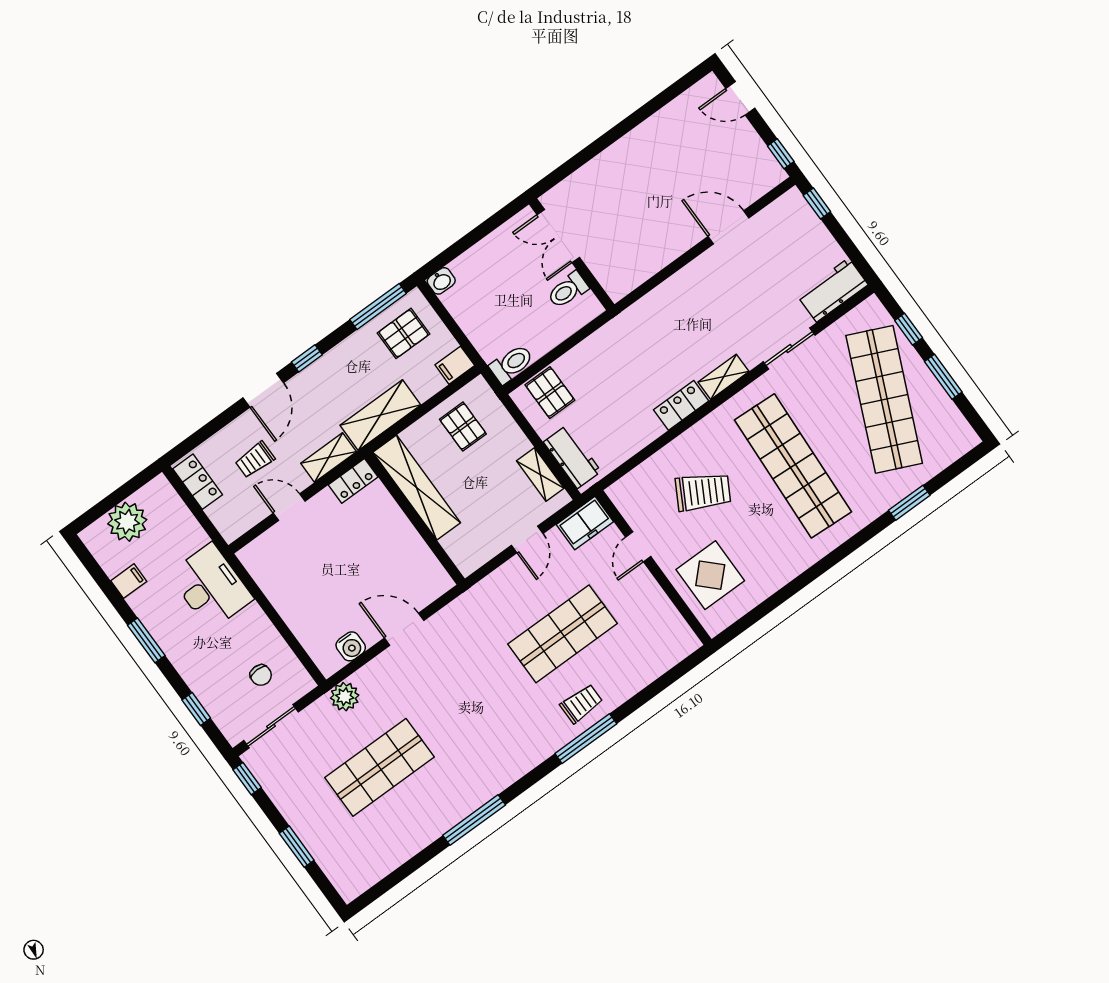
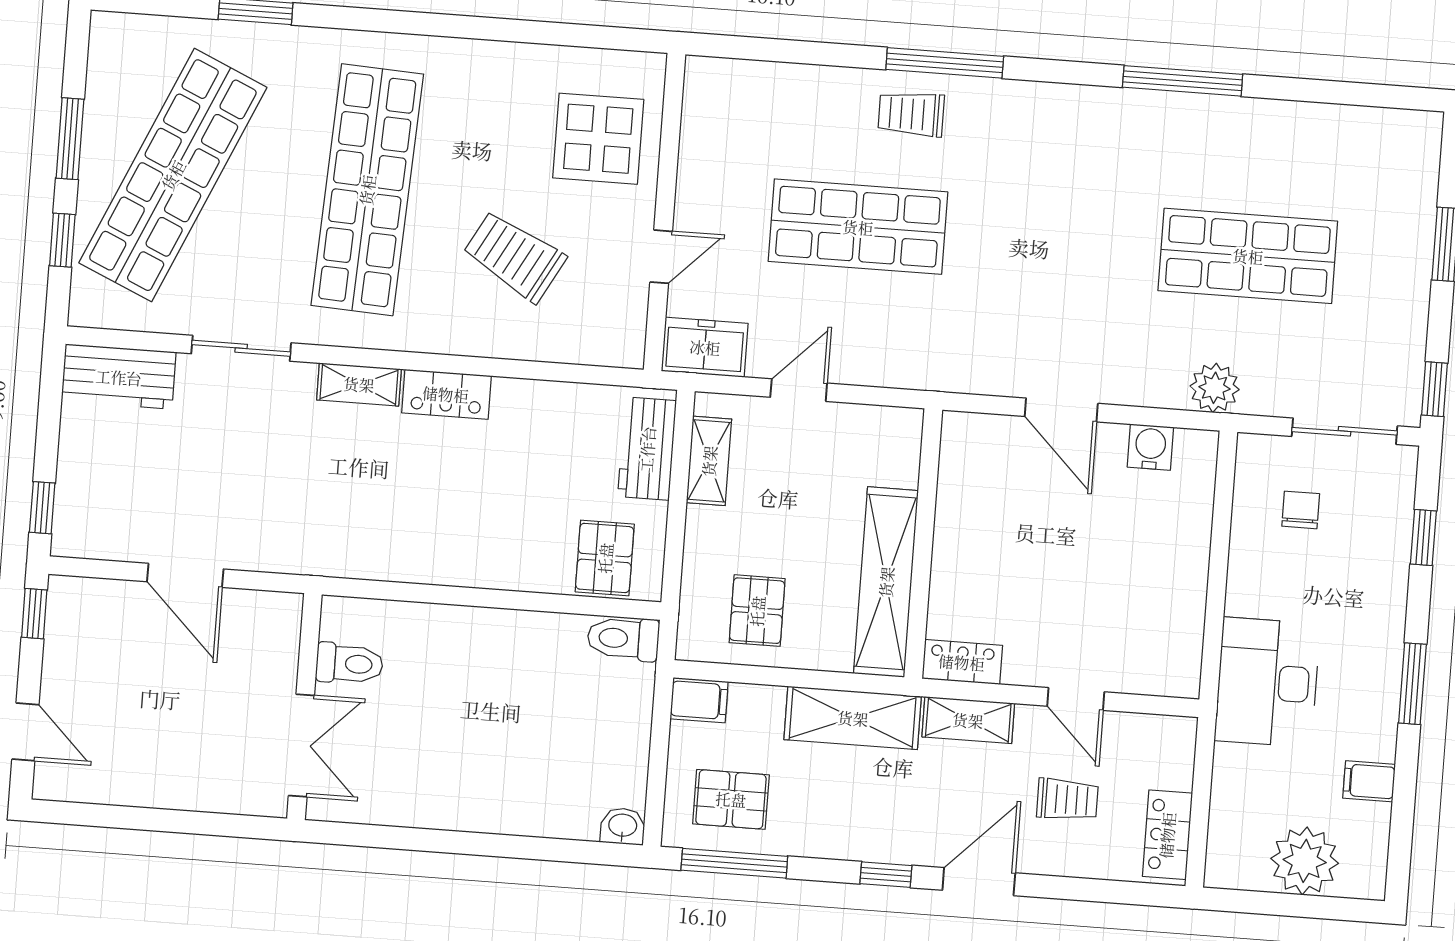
double door: (558, 236) -> (301, 746), moved
wall: (572, 254) -> (304, 706), moved
toilet: (568, 290) -> (349, 664), moved

